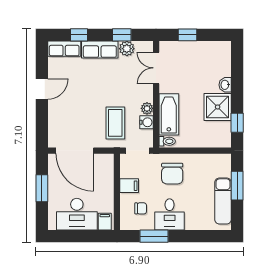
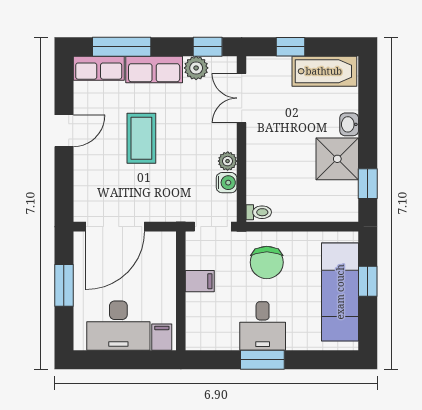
window: (79, 35) -> (122, 47), width x2.17
window: (122, 35) -> (208, 47), moved
bathtub: (169, 114) -> (324, 71), moved, turned 90
coffee table: (115, 123) -> (141, 138), moved
door: (75, 151) -> (115, 227), hinge flipped
window: (237, 186) -> (368, 281), width x0.67
exam couch: (223, 201) -> (340, 292), width x1.36, depth x1.45
chair: (141, 208) -> (218, 317), removed
window: (154, 236) -> (262, 360), moved

